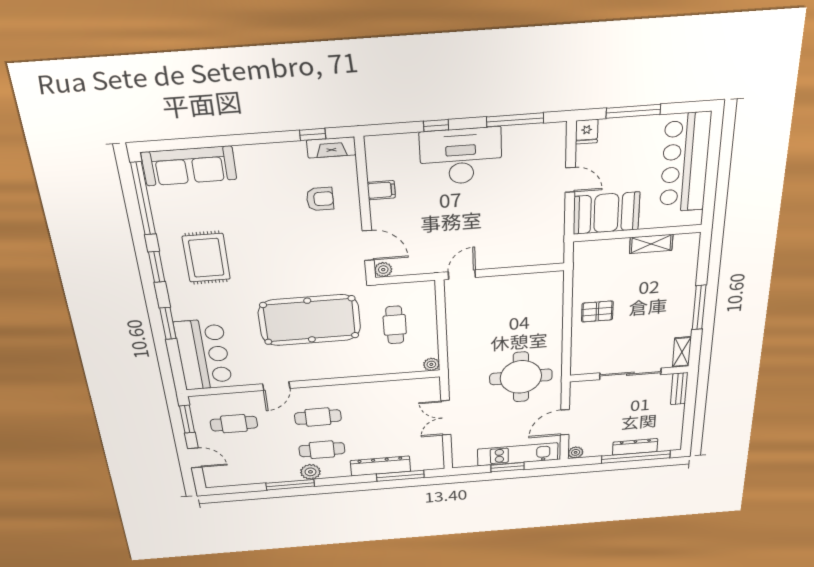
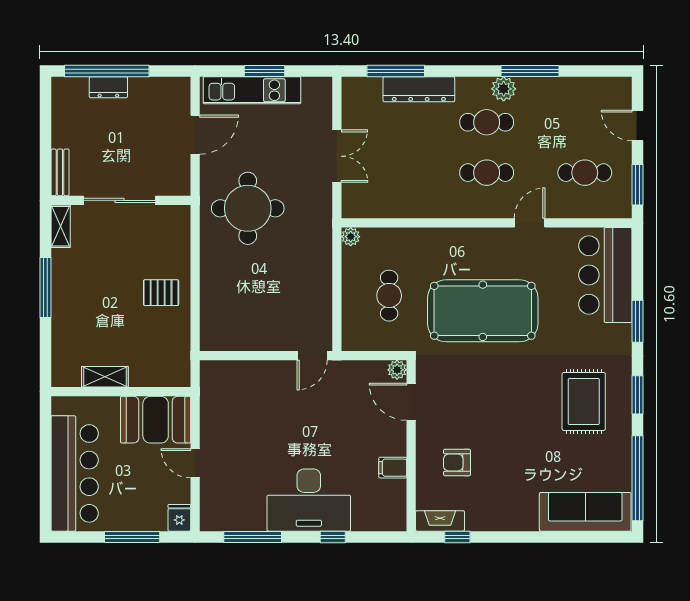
dresser: (635, 447) -> (108, 87), width x0.70
plant: (576, 452) -> (181, 86), removed

